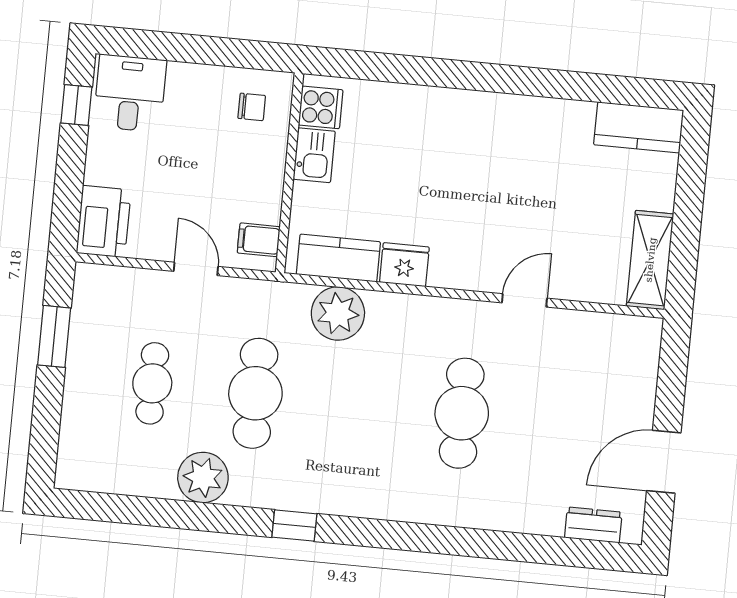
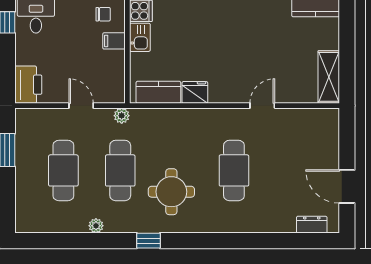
filing cabinet: (259, 240) -> (114, 41), moved
plant: (338, 313) -> (122, 116), moved, width x0.53, depth x0.53
cafe table: (152, 383) -> (63, 170), width x1.37, depth x1.35
round table: (344, 441) -> (171, 192), added
door: (664, 462) -> (347, 186), hinge flipped
plant: (203, 477) -> (96, 226), width x0.53, depth x0.53

